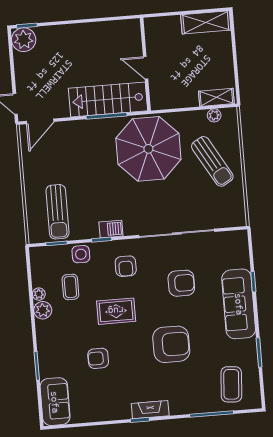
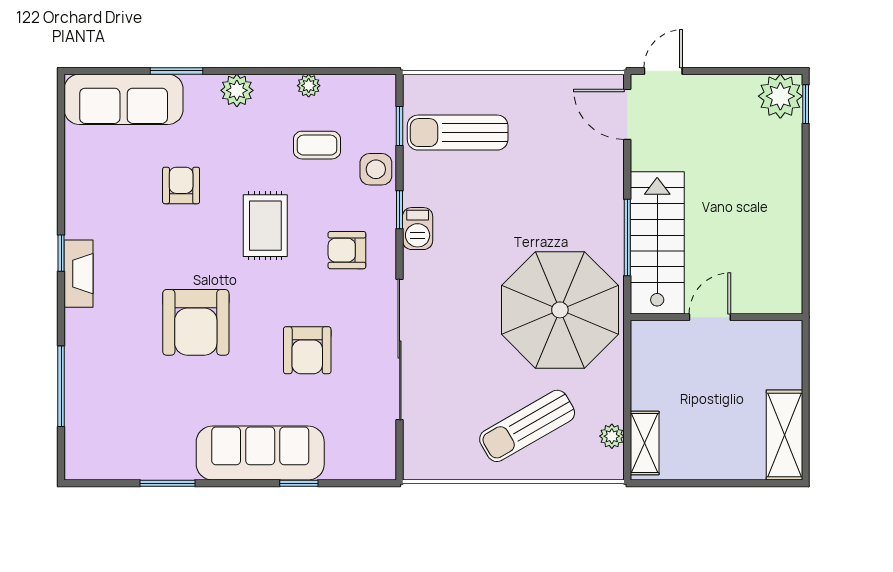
plant: (43, 310) -> (237, 90), moved
coffee table: (231, 384) -> (113, 427), removed
sofa: (55, 402) -> (124, 99), width x1.36

